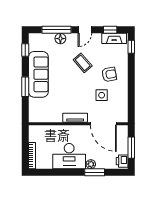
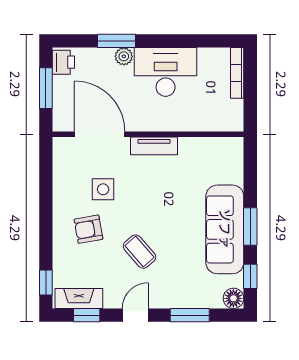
window: (57, 30) -> (190, 315), width x0.69
floor lamp: (60, 39) -> (233, 298), moved
window: (25, 87) -> (250, 227), moved

